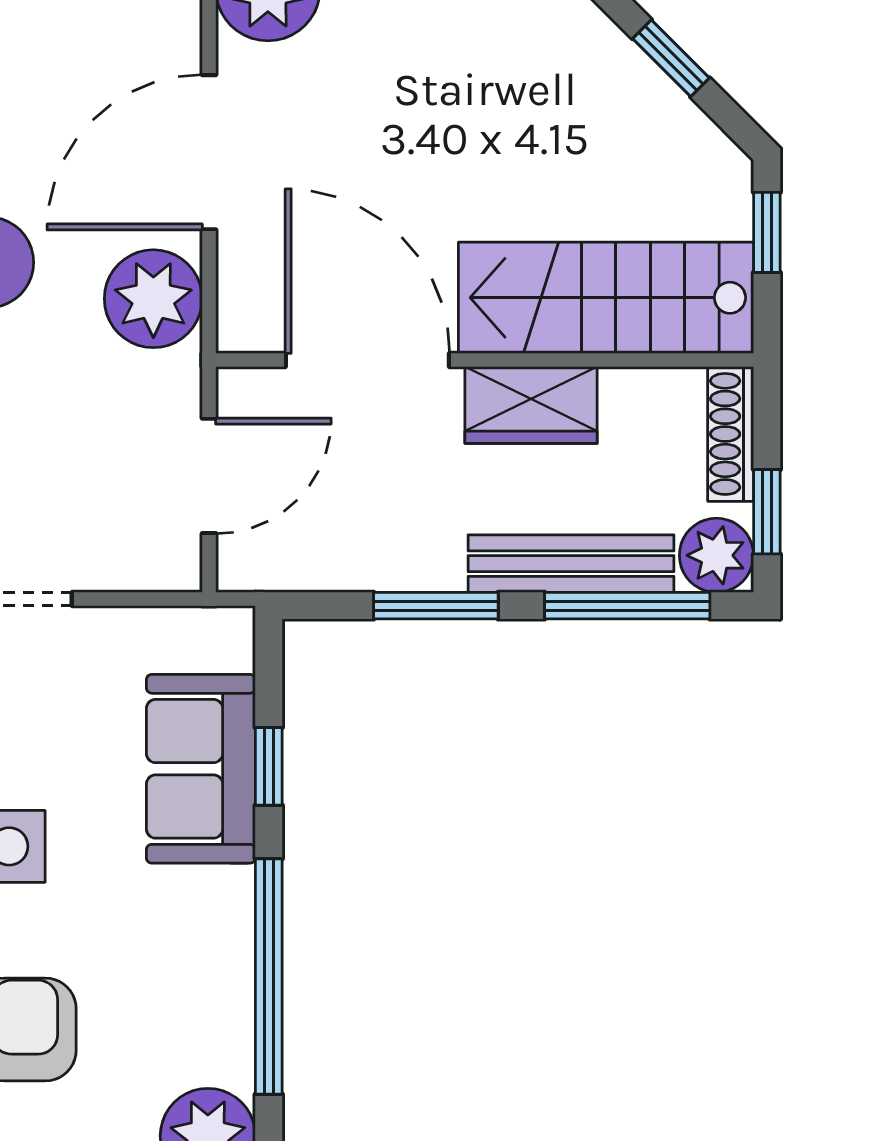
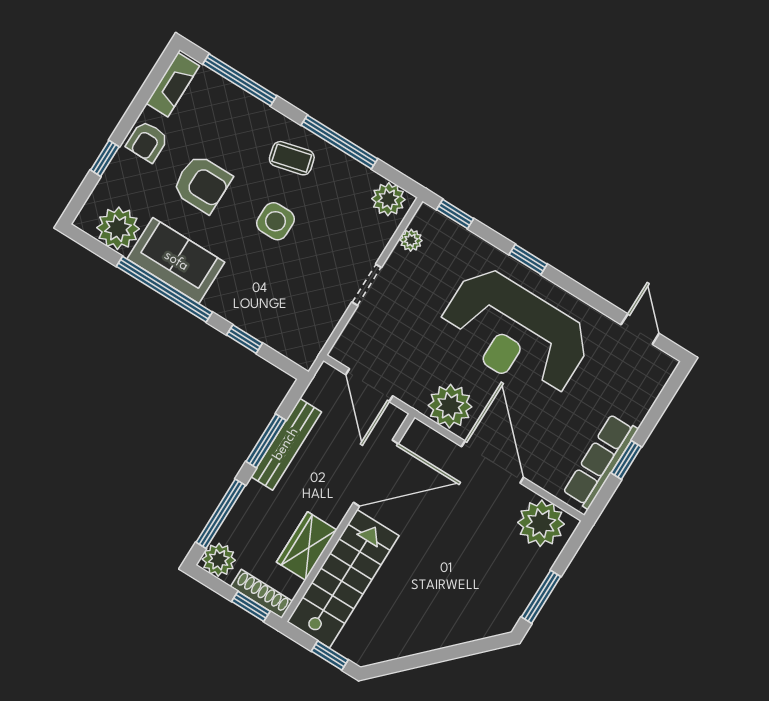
window: (671, 58) -> (419, 660), removed
wardrobe: (531, 405) -> (307, 546), moved
window: (767, 512) -> (251, 606), moved
bench: (571, 564) -> (286, 444), moved
sofa: (201, 769) -> (176, 261), moved

